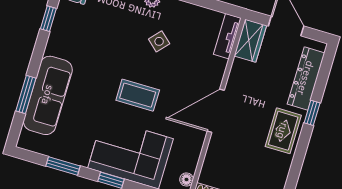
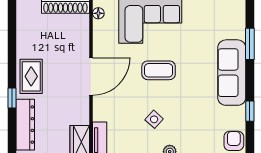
sofa: (48, 95) -> (232, 73), moved

